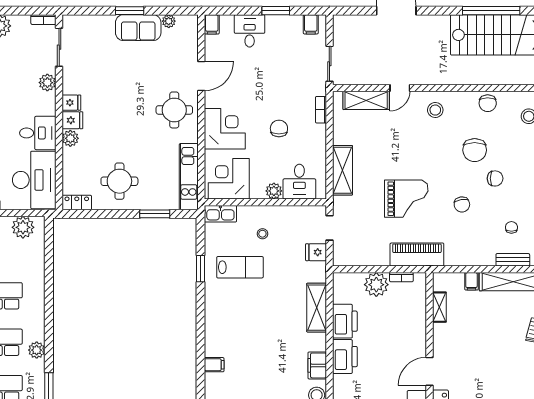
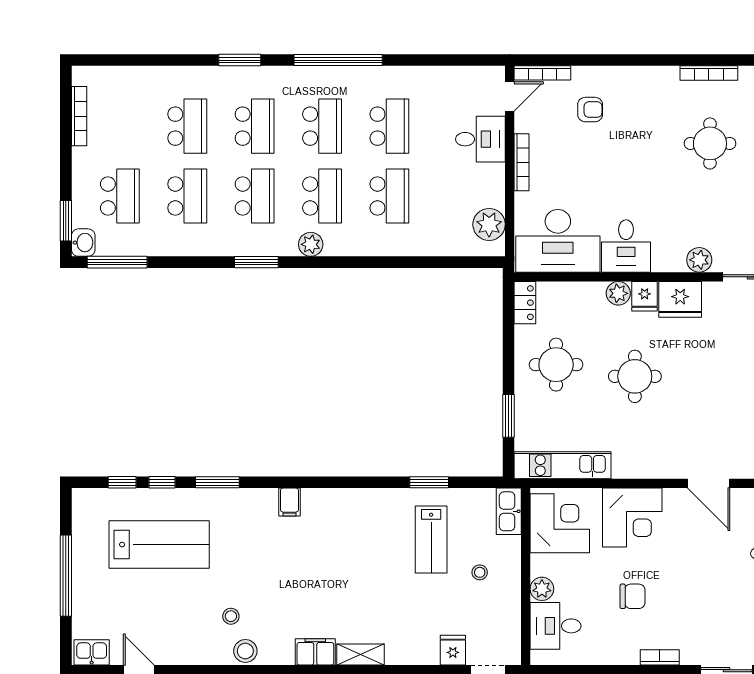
fridge: (71, 103) -> (680, 299), width x1.88, depth x1.34
round table: (174, 110) -> (635, 376), moved
shelving: (317, 308) -> (361, 654), width x0.67, depth x0.75
filing cabinet: (317, 365) -> (315, 652), moved

